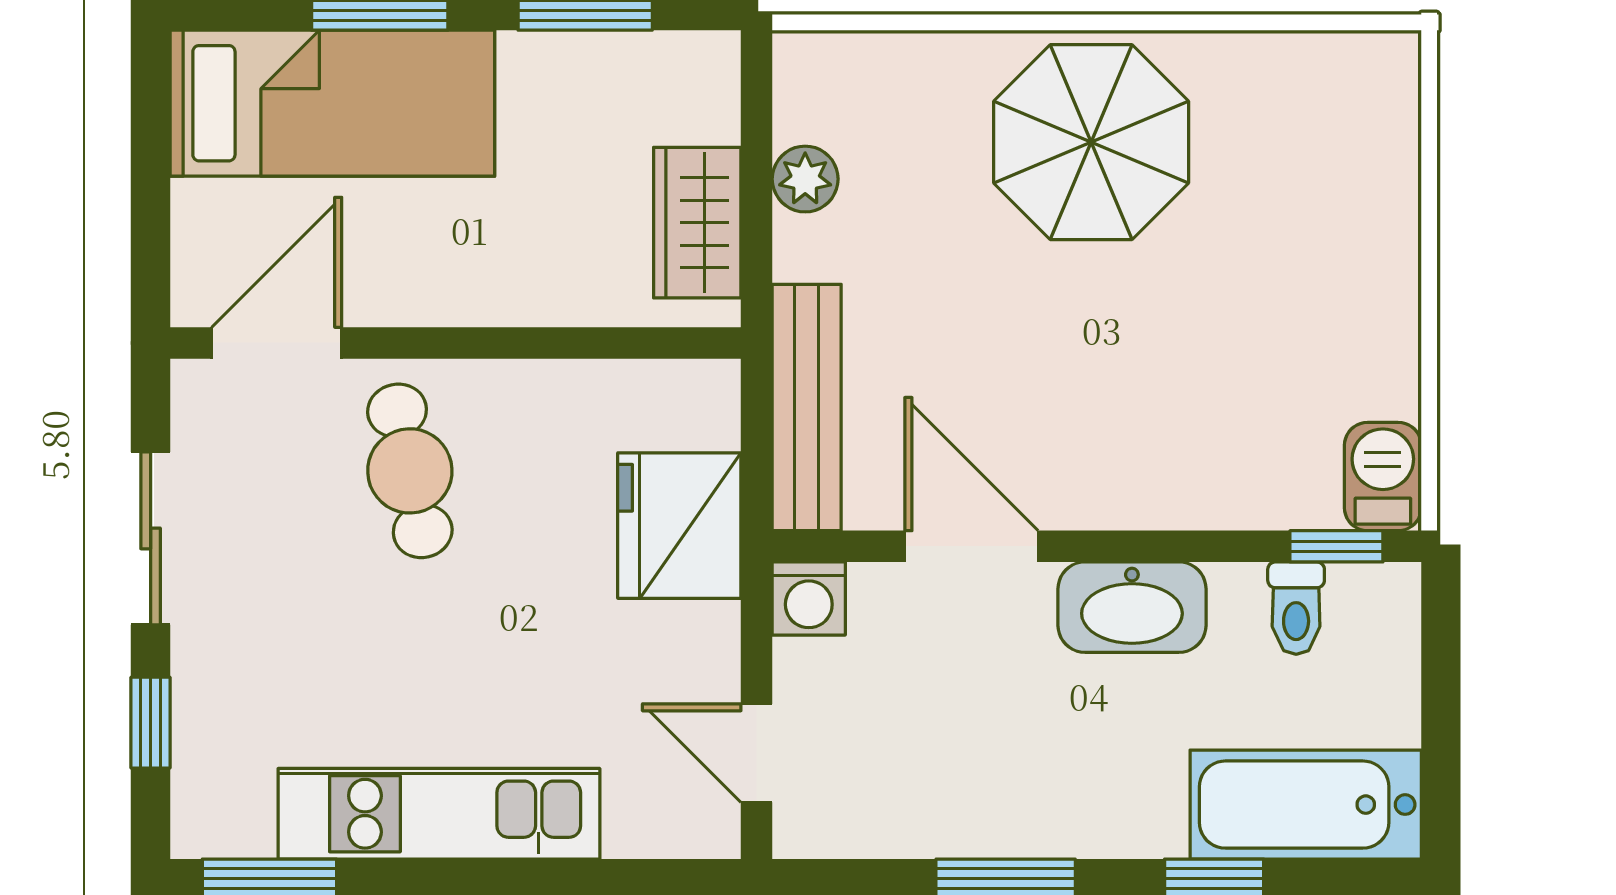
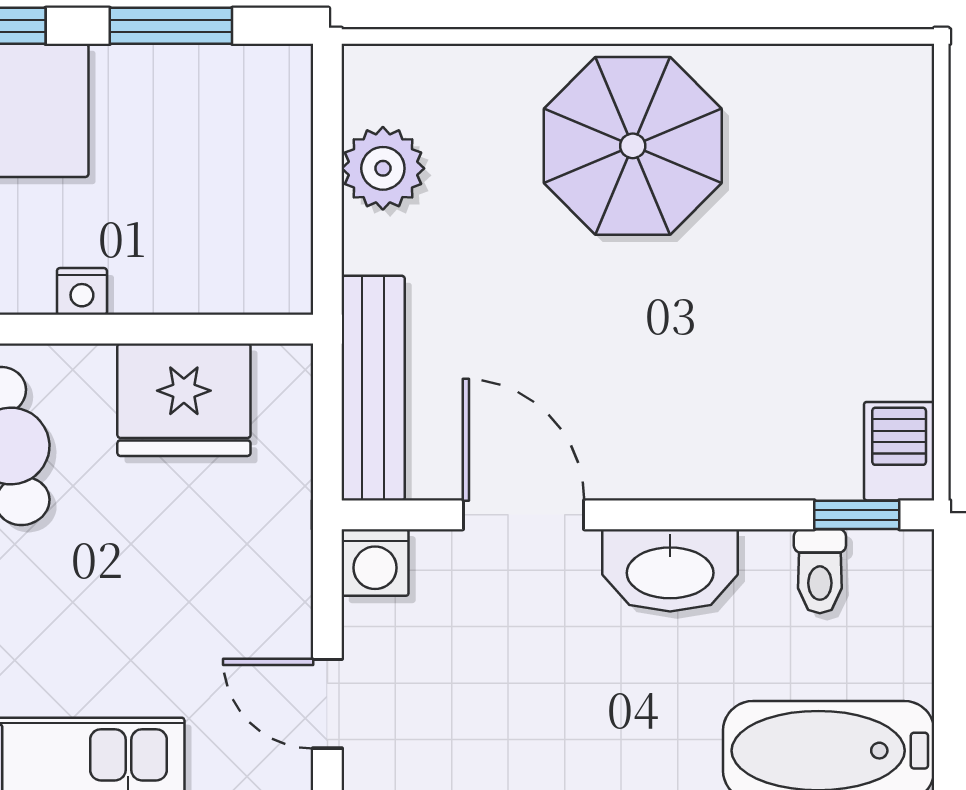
plant: (805, 179) -> (383, 168), width x1.38, depth x1.38
wardrobe: (697, 223) -> (273, 219), removed
nightstand: (488, 302) -> (82, 291), added
fridge: (679, 526) -> (184, 400), moved, turned -90

